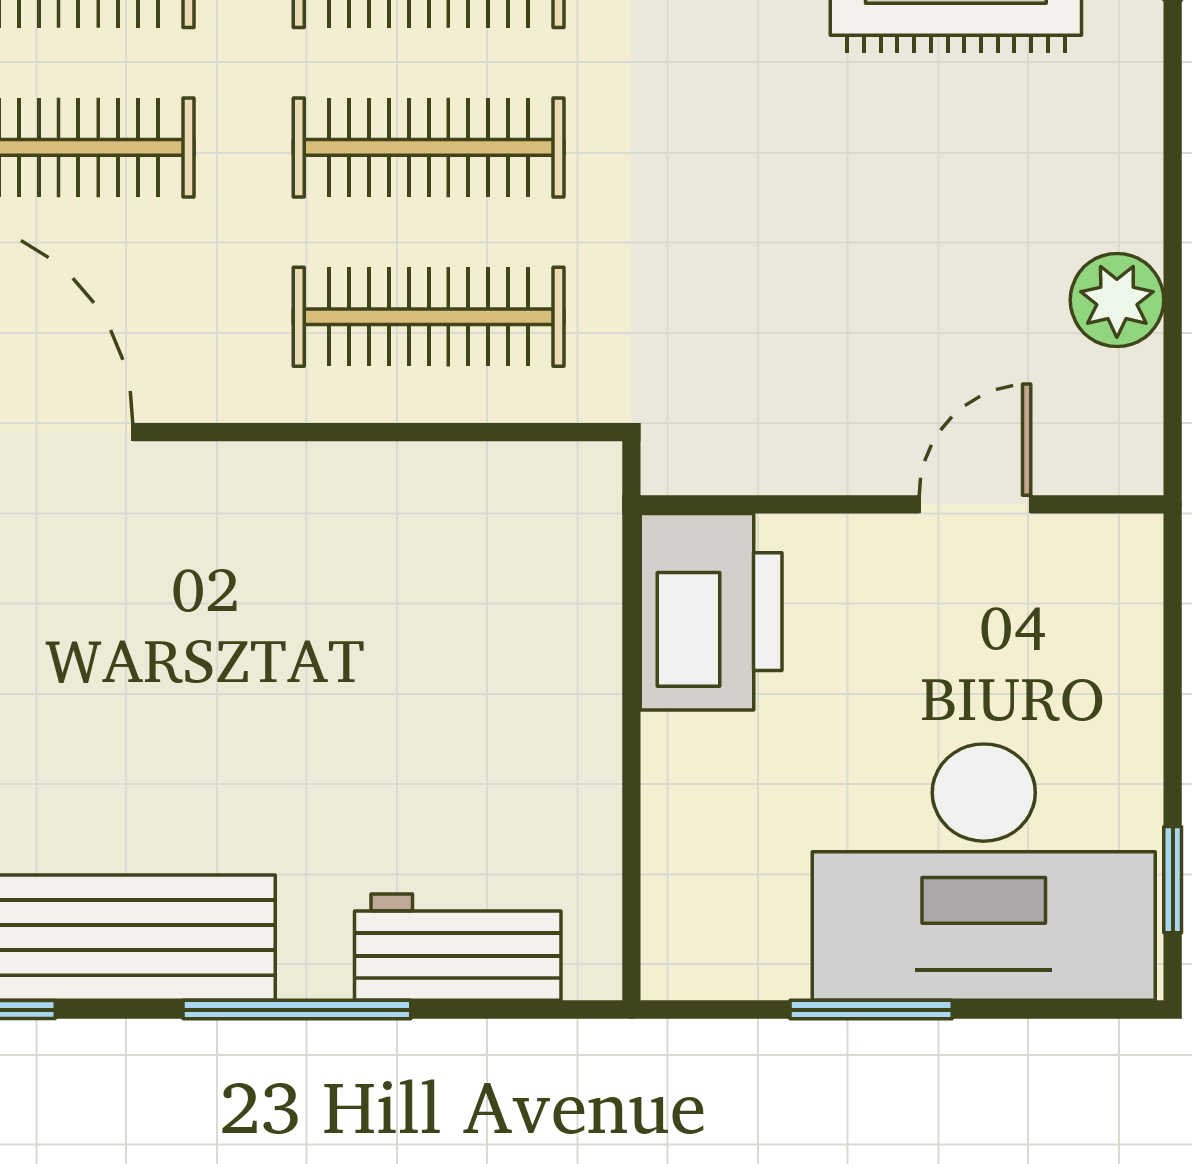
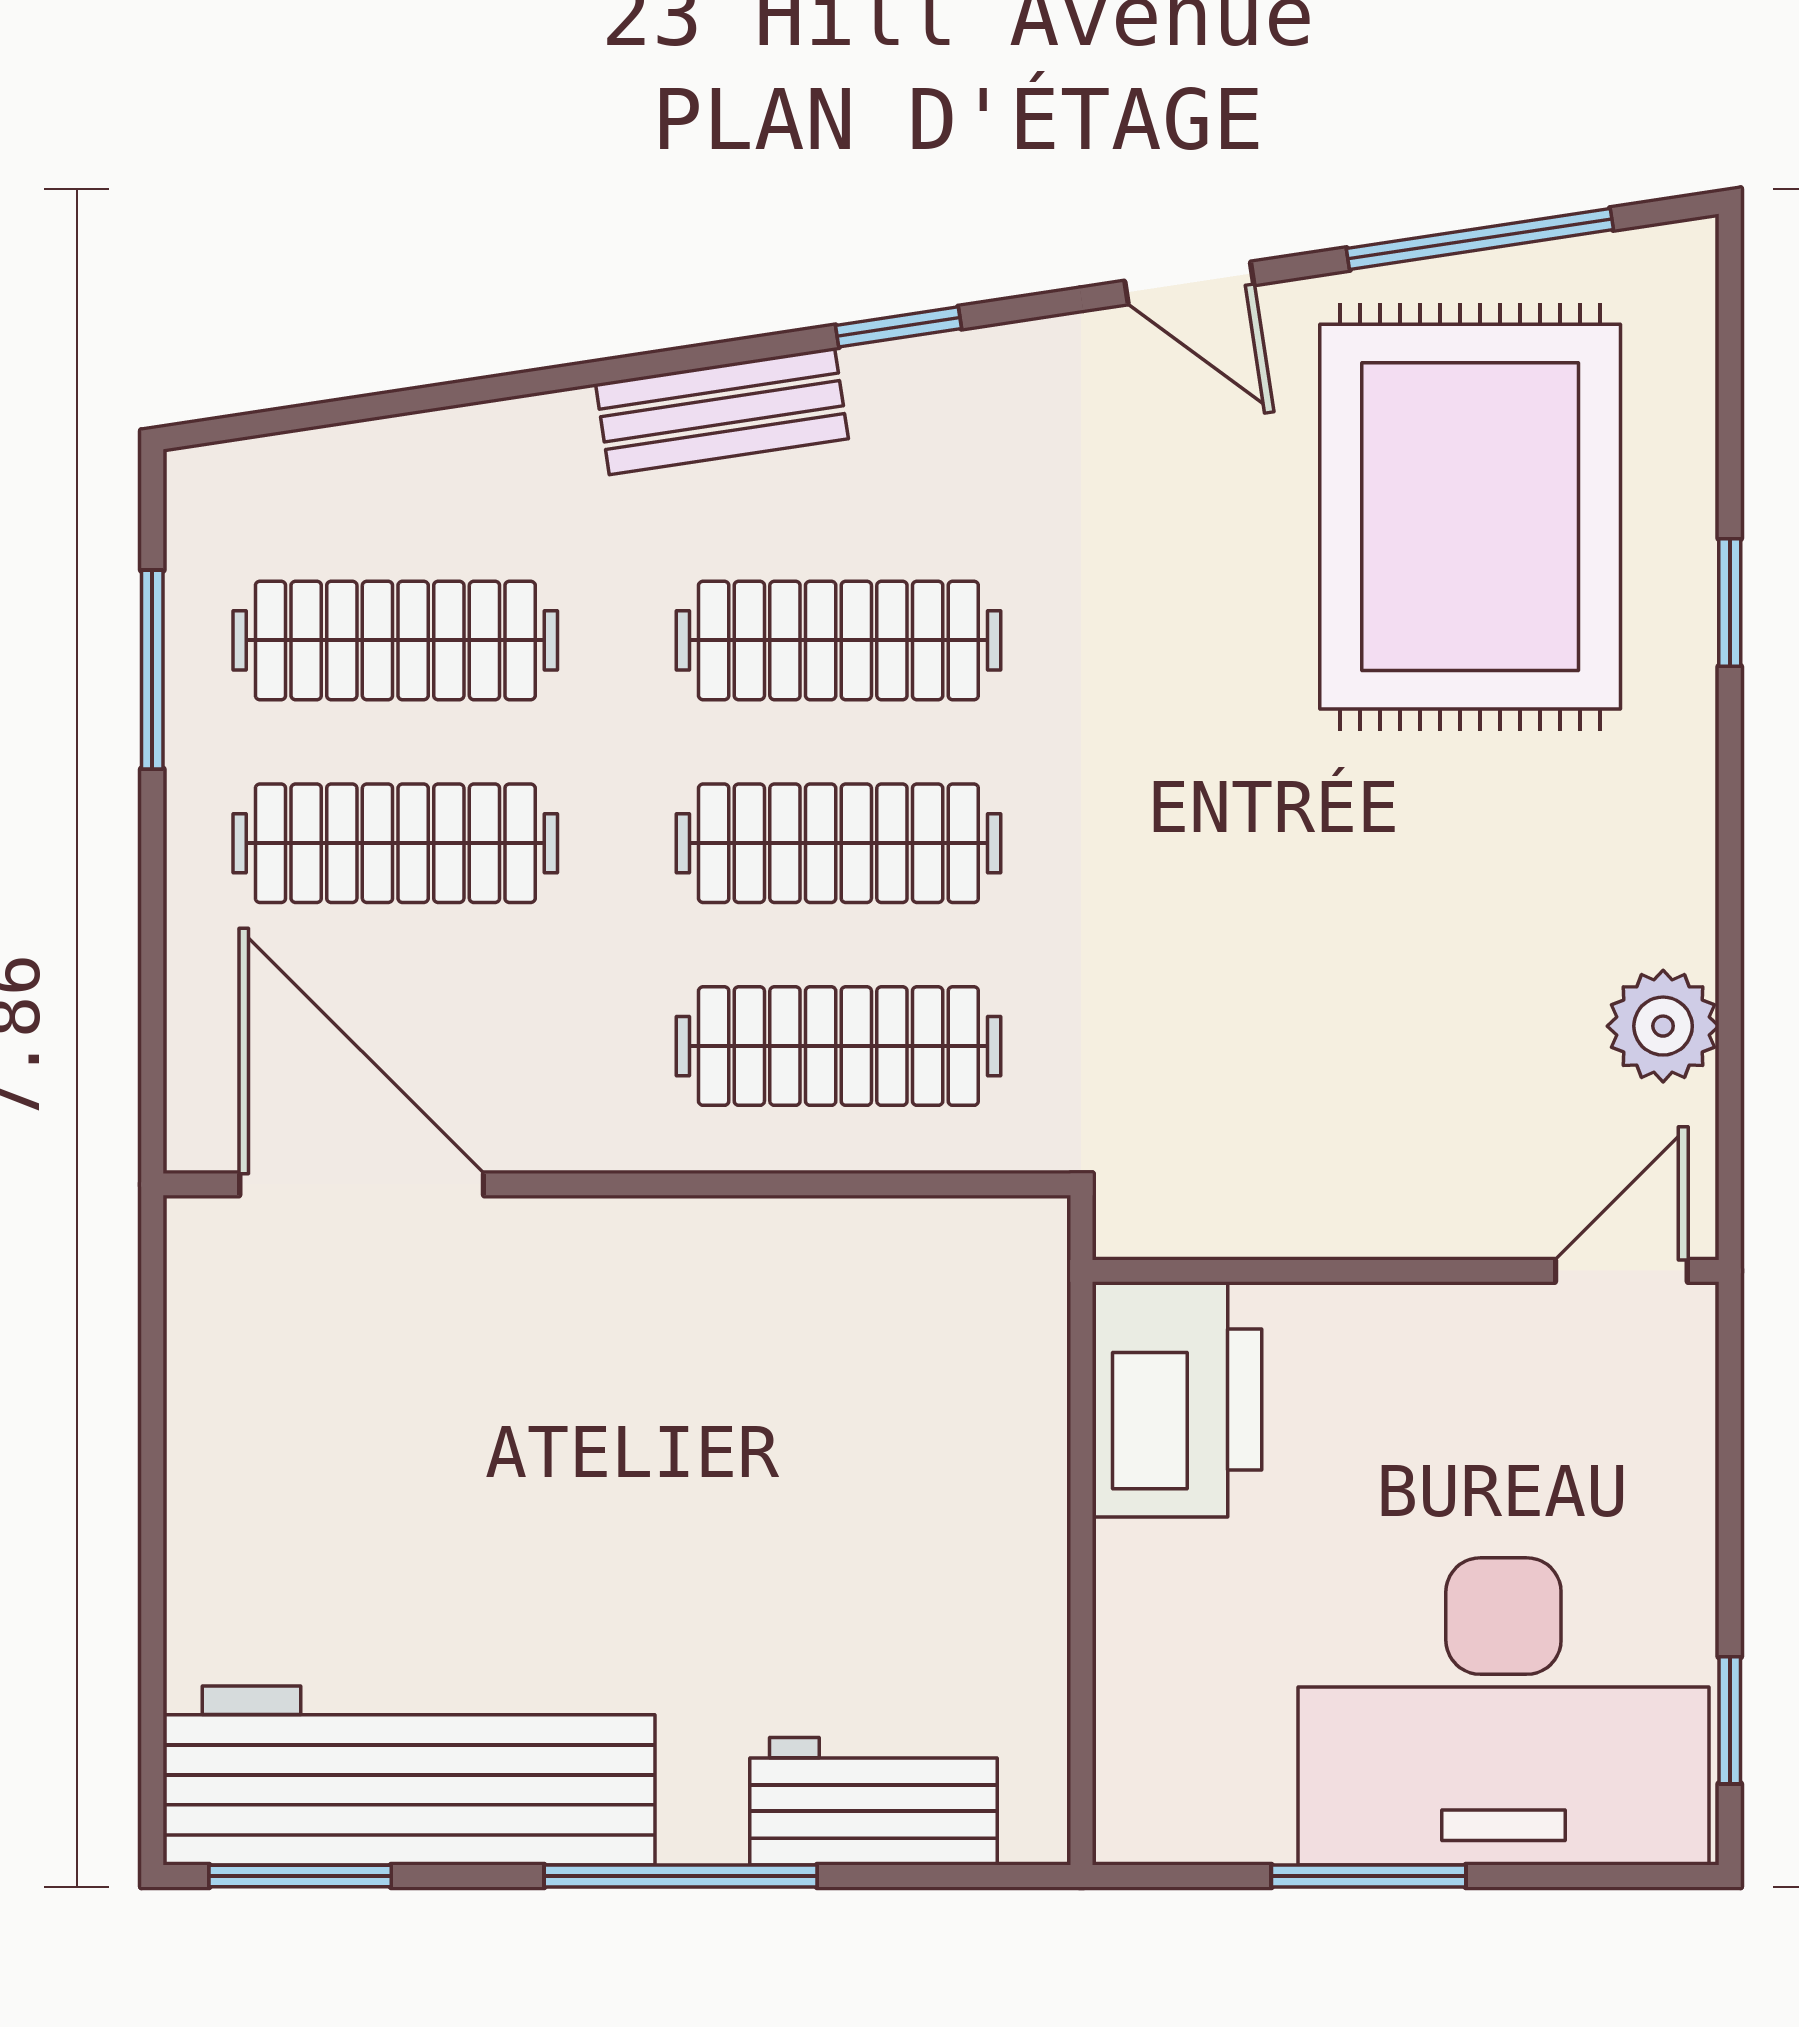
door: (975, 504) -> (1621, 1271), moved

